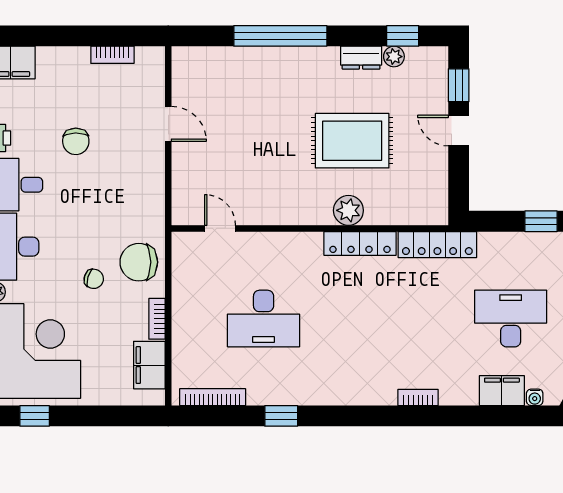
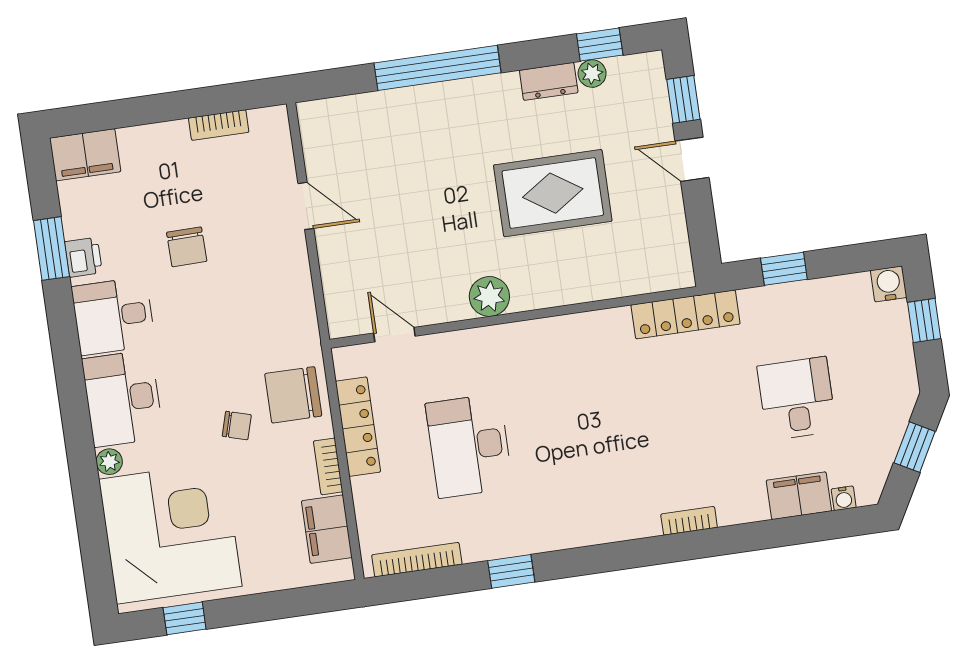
plant: (348, 210) -> (489, 296), moved
window: (541, 221) -> (784, 269), moved
locker: (360, 243) -> (358, 427), moved, turned -90
desk: (264, 319) -> (469, 446), turned 90
desk: (511, 319) -> (797, 399), width x0.73

